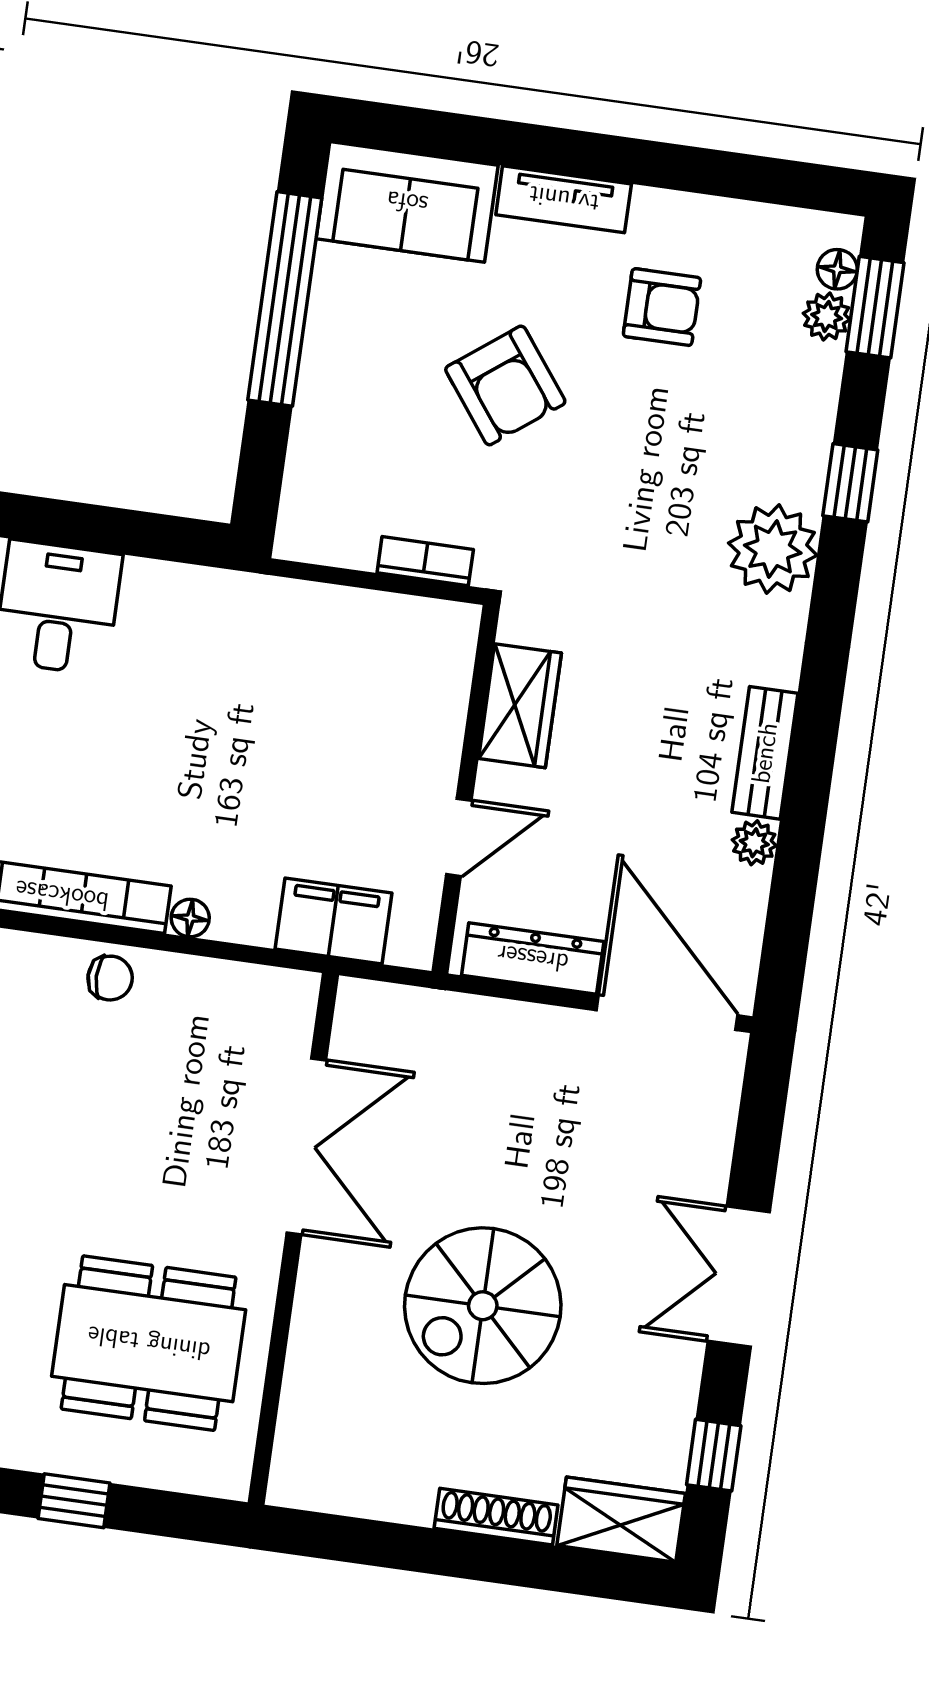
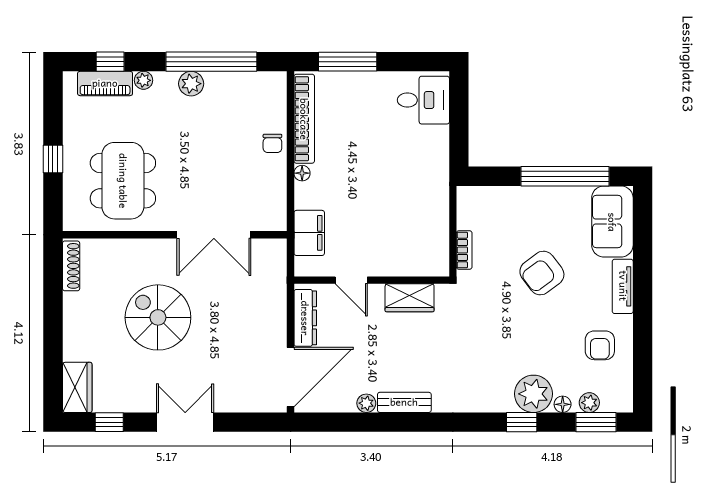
floor lamp: (837, 269) -> (563, 404), moved
armchair: (662, 307) -> (600, 345), moved
plant: (773, 549) -> (533, 394), moved
shoe rack: (496, 1517) -> (71, 266), moved

